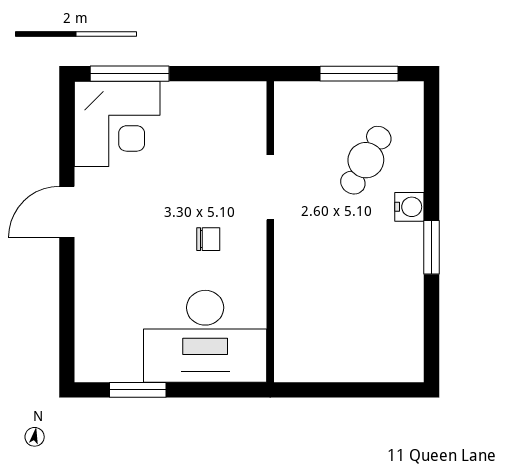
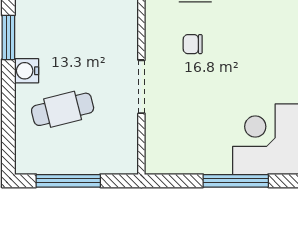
window: (130, 74) -> (236, 181), moved
cafe table: (366, 160) -> (63, 109), turned 46

